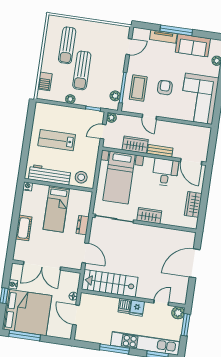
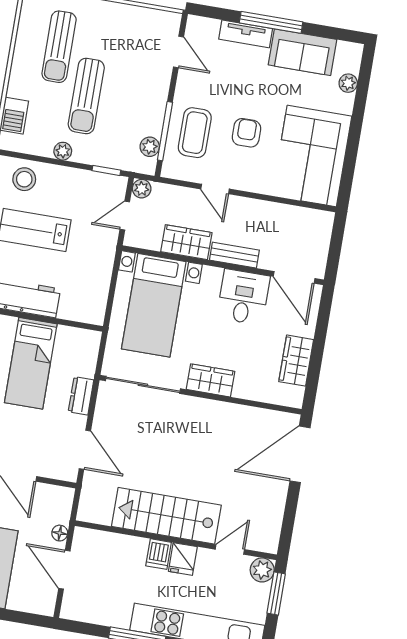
door: (129, 47) -> (179, 52), hinge flipped
stool: (81, 177) -> (24, 179), moved
door: (195, 263) -> (300, 454), moved
stairs: (110, 283) -> (166, 516), moved

